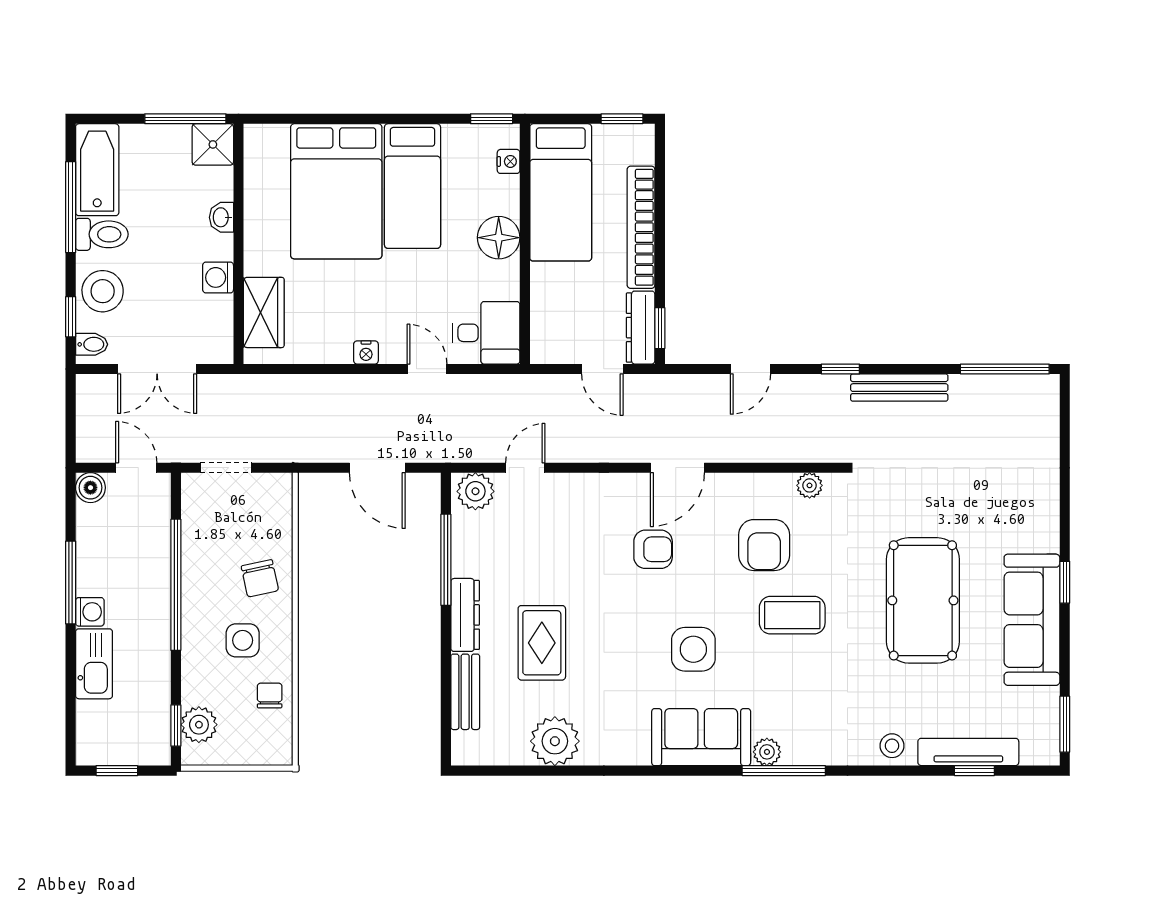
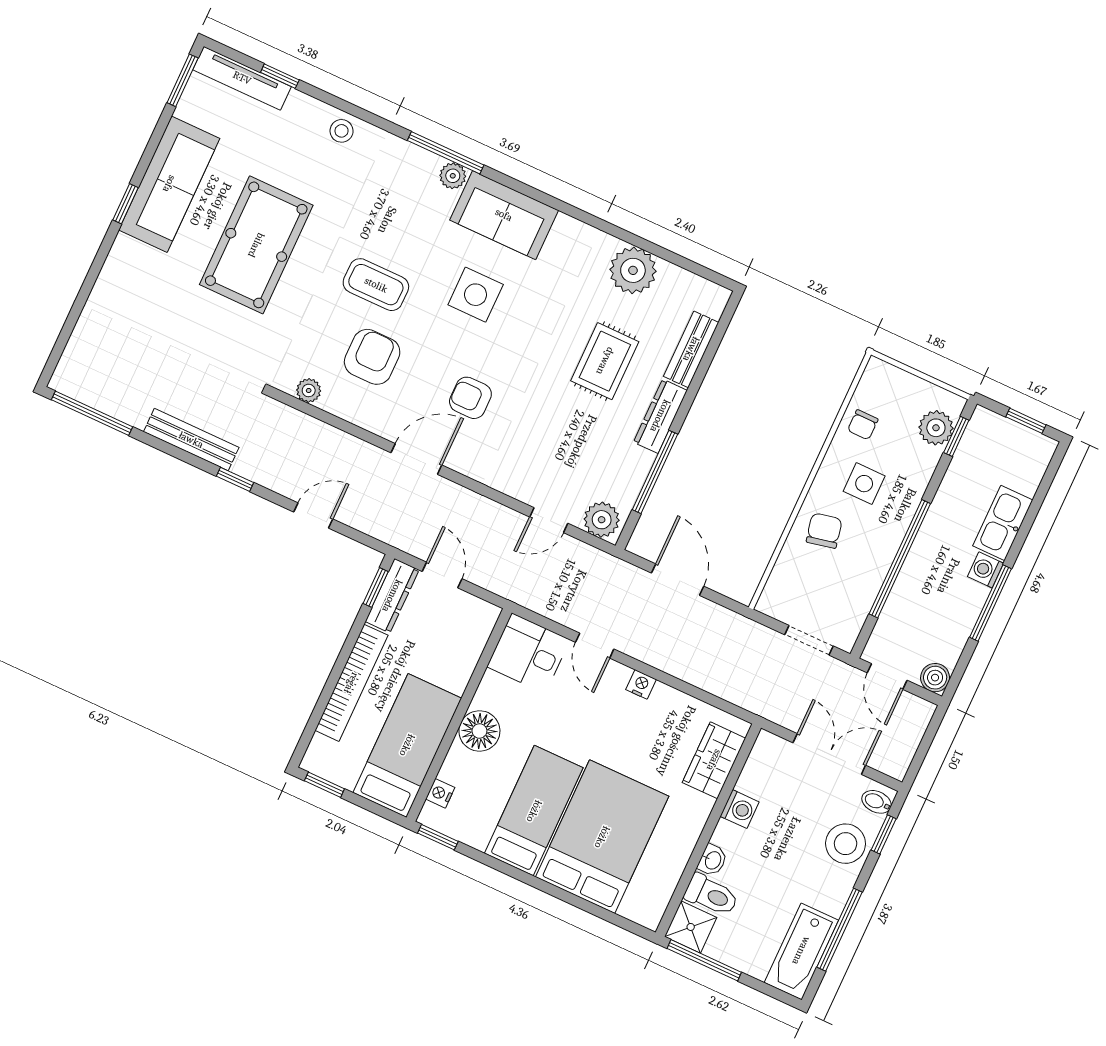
toilet: (102, 234) -> (711, 895), moved, turned 180
tv unit: (968, 752) -> (242, 78), moved

